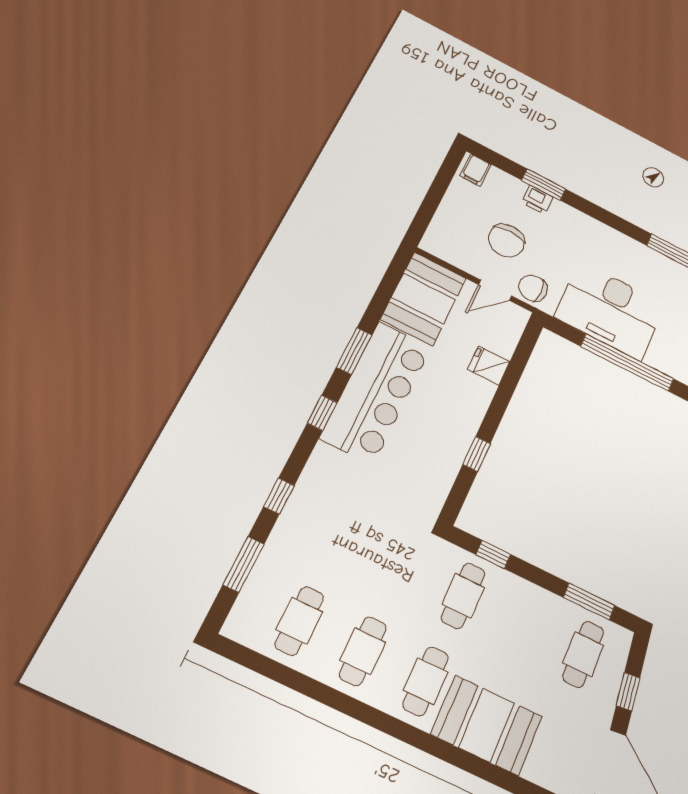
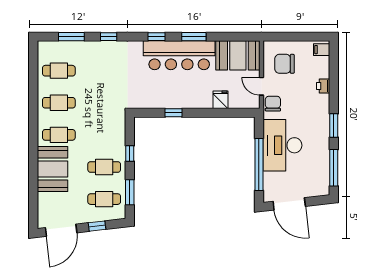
window: (544, 185) -> (334, 125), moved
chair: (507, 241) -> (285, 64), moved
window: (493, 554) -> (130, 154), moved
cafe table: (463, 596) -> (104, 167), moved

